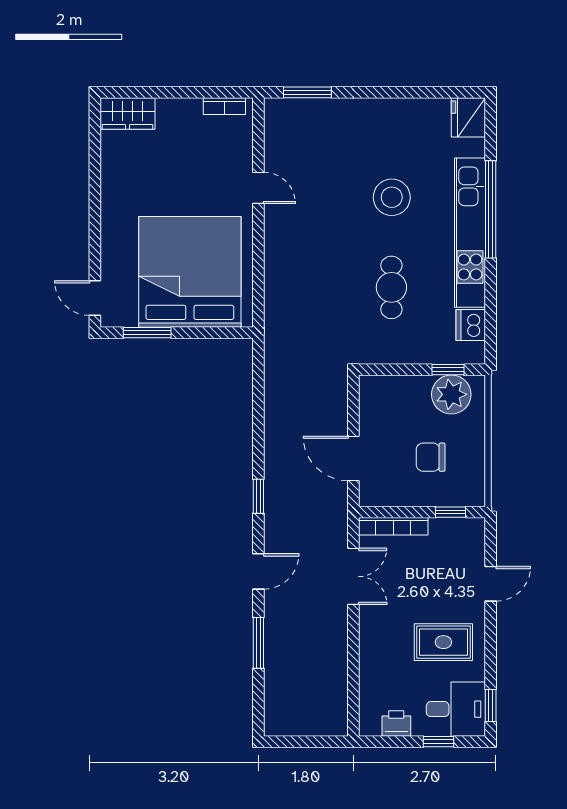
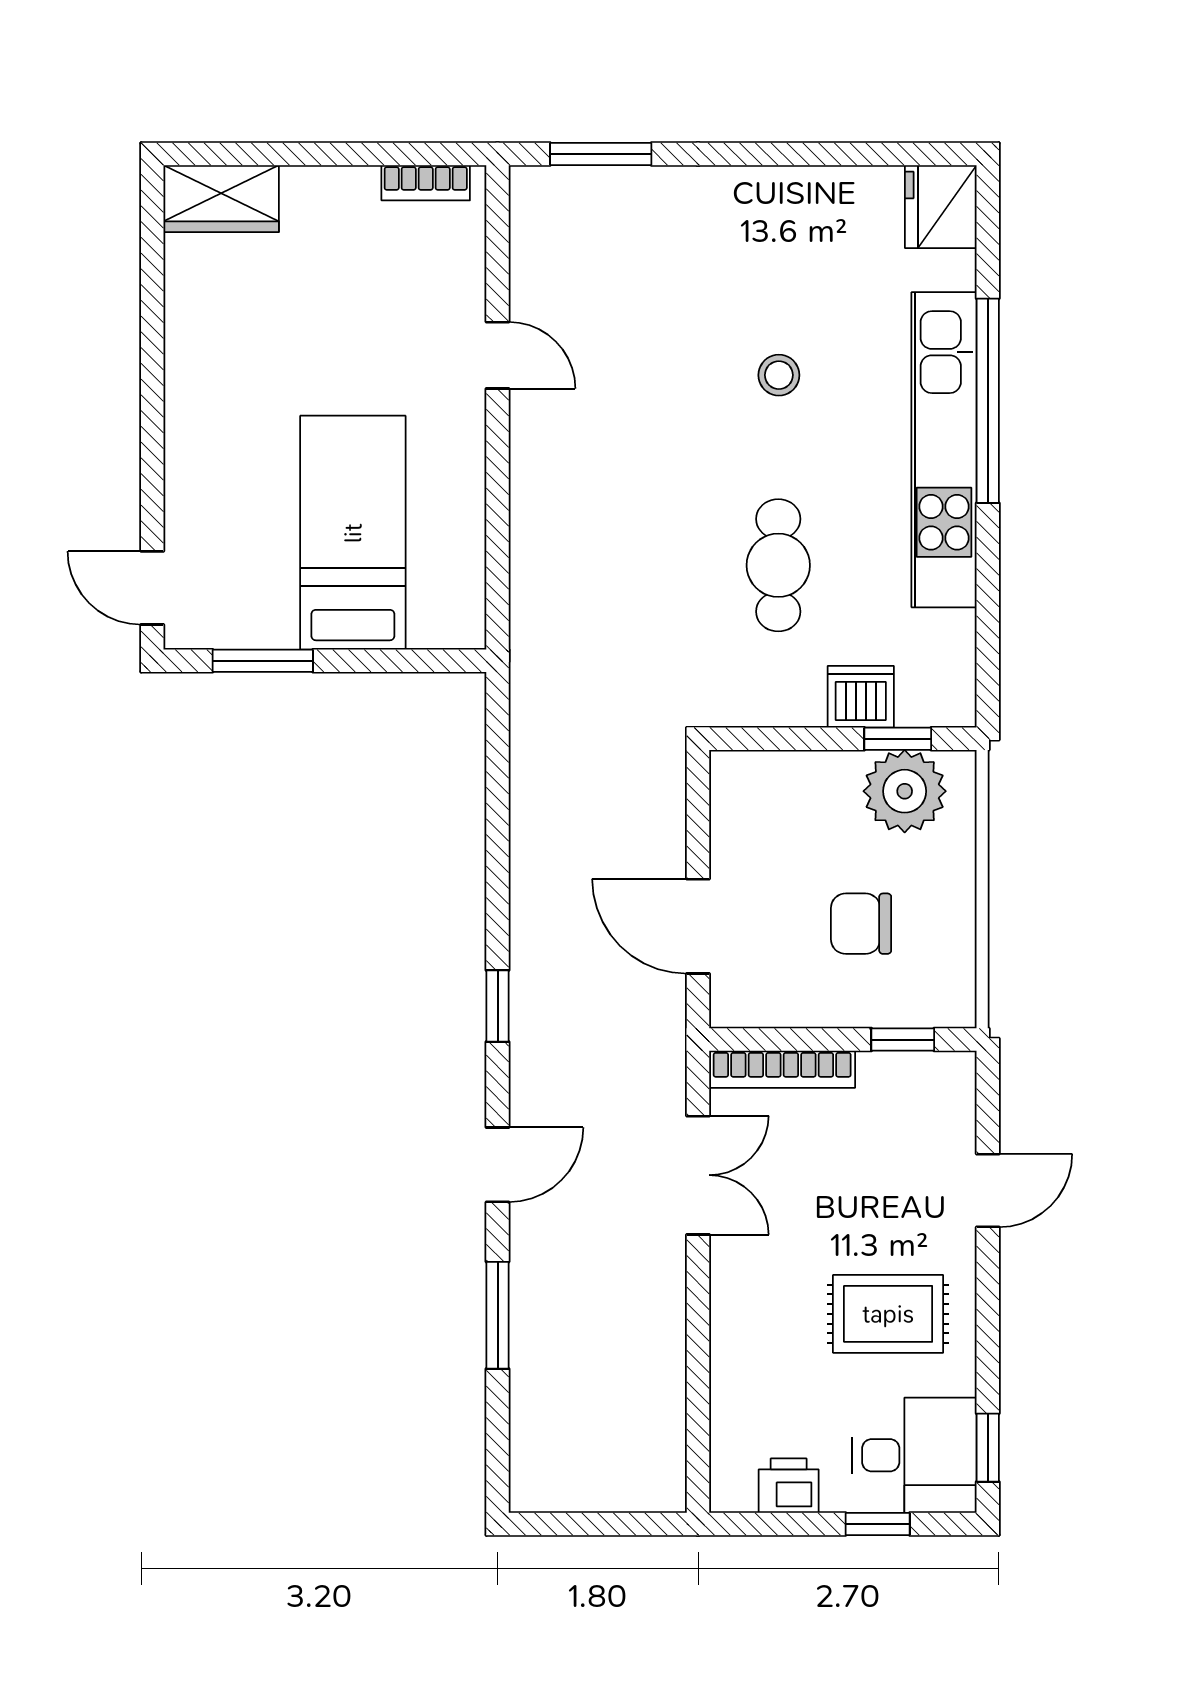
stool: (392, 197) -> (779, 375), width x0.53, depth x0.53
bed: (190, 272) -> (353, 533), width x0.49
dishwasher: (471, 325) -> (861, 697), moved, turned 90

